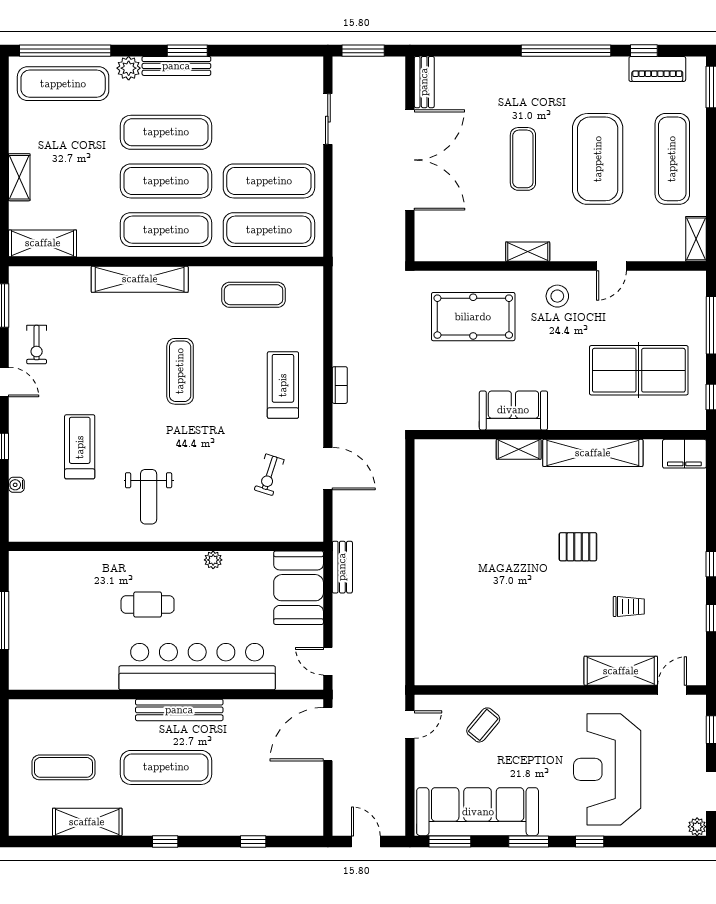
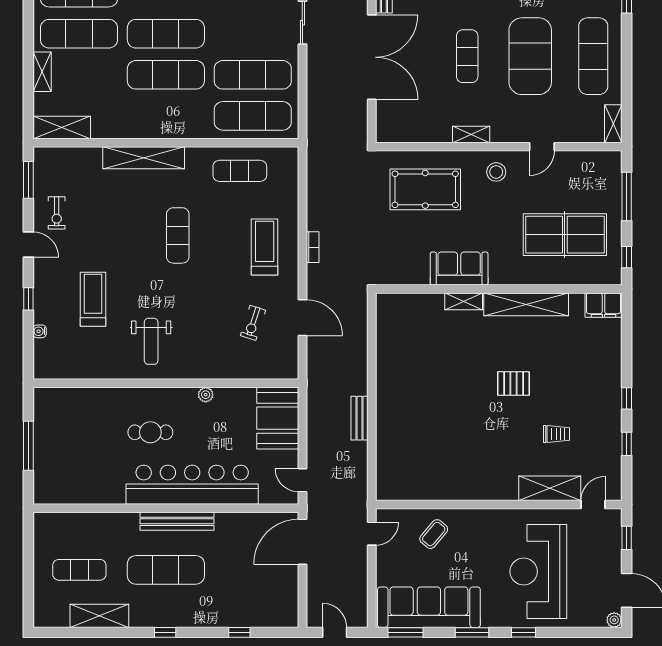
exercise mat: (166, 230) -> (79, 34), moved
bench: (342, 567) -> (359, 418), moved

